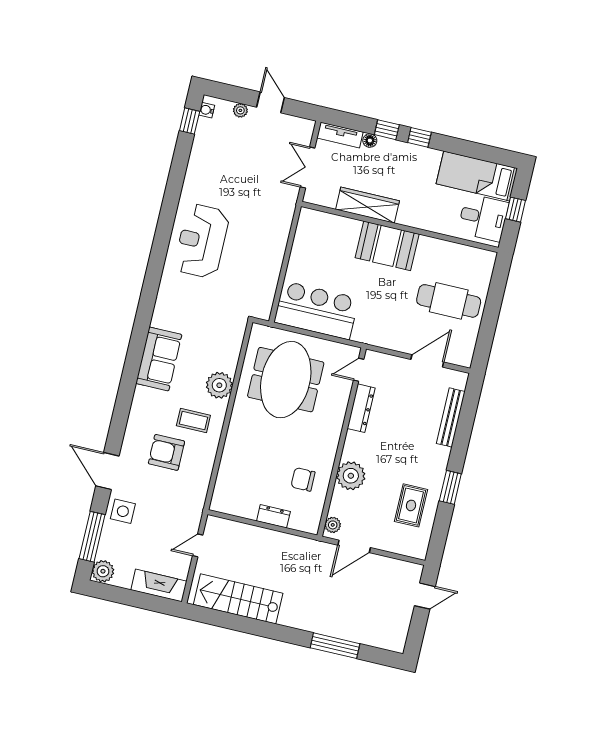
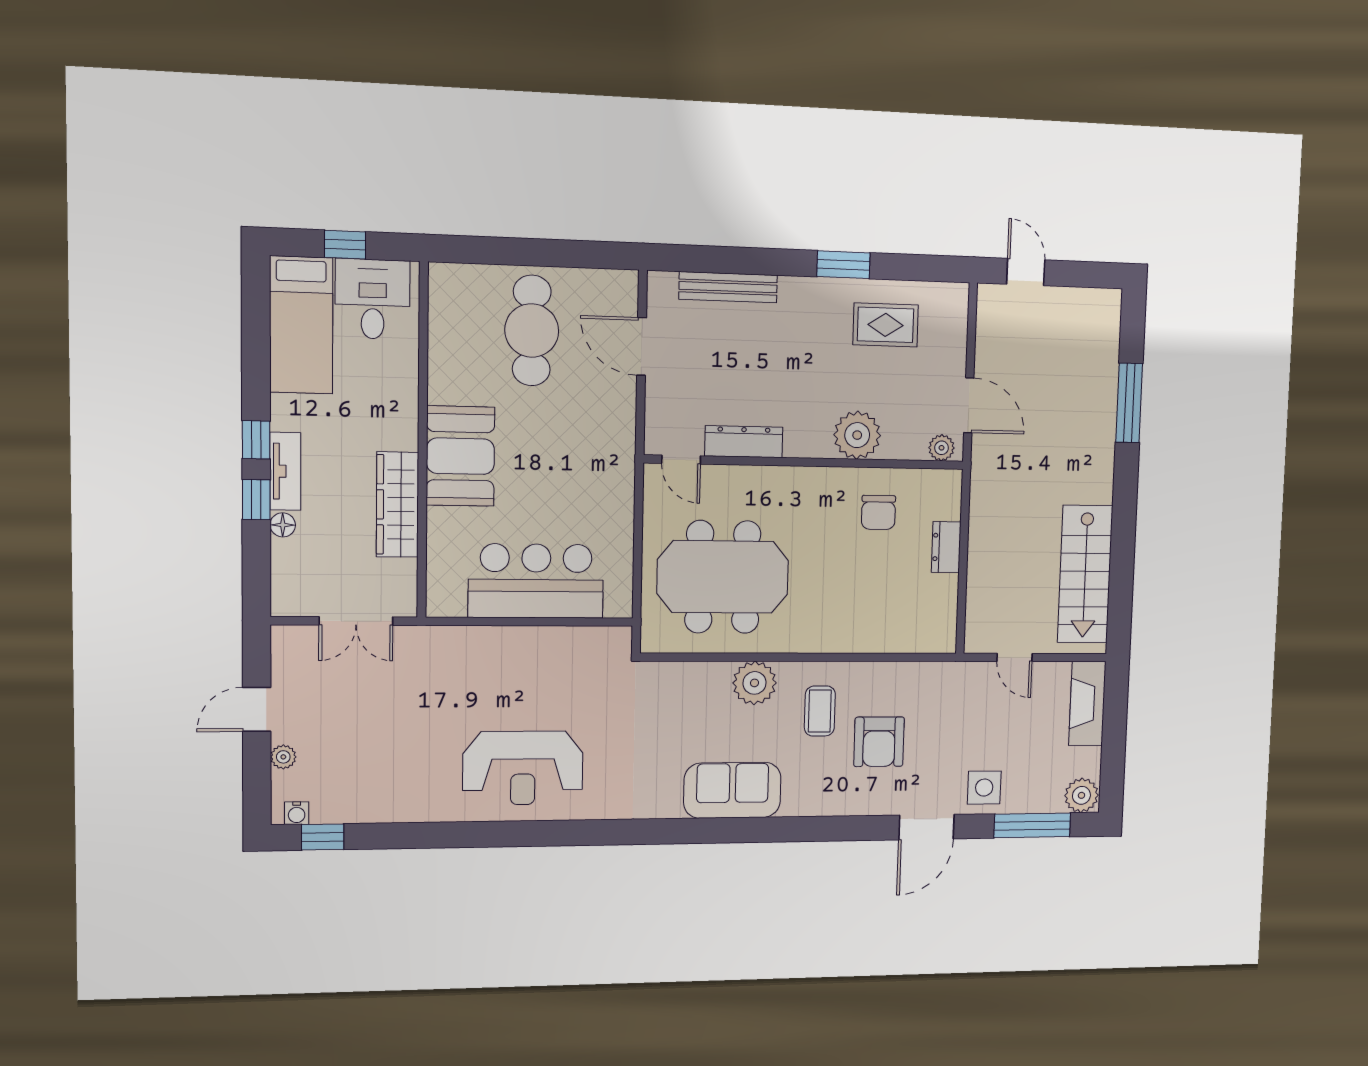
tv unit: (340, 135) -> (285, 471), moved
bar counter: (316, 310) -> (536, 581), moved, turned 90

